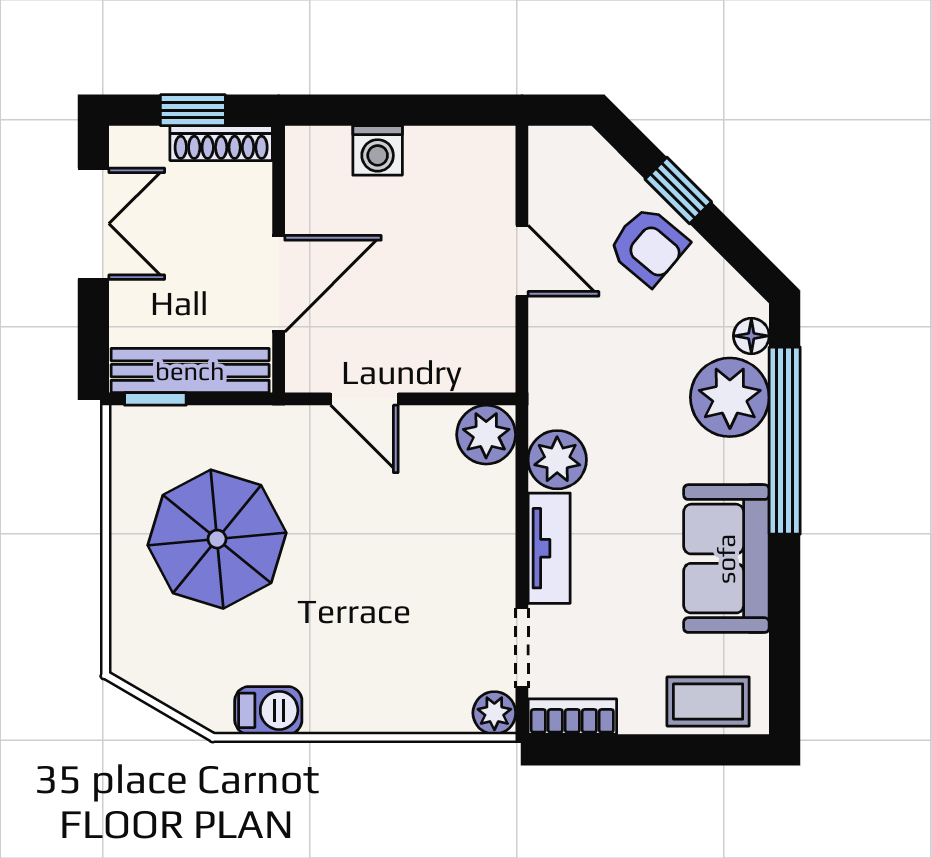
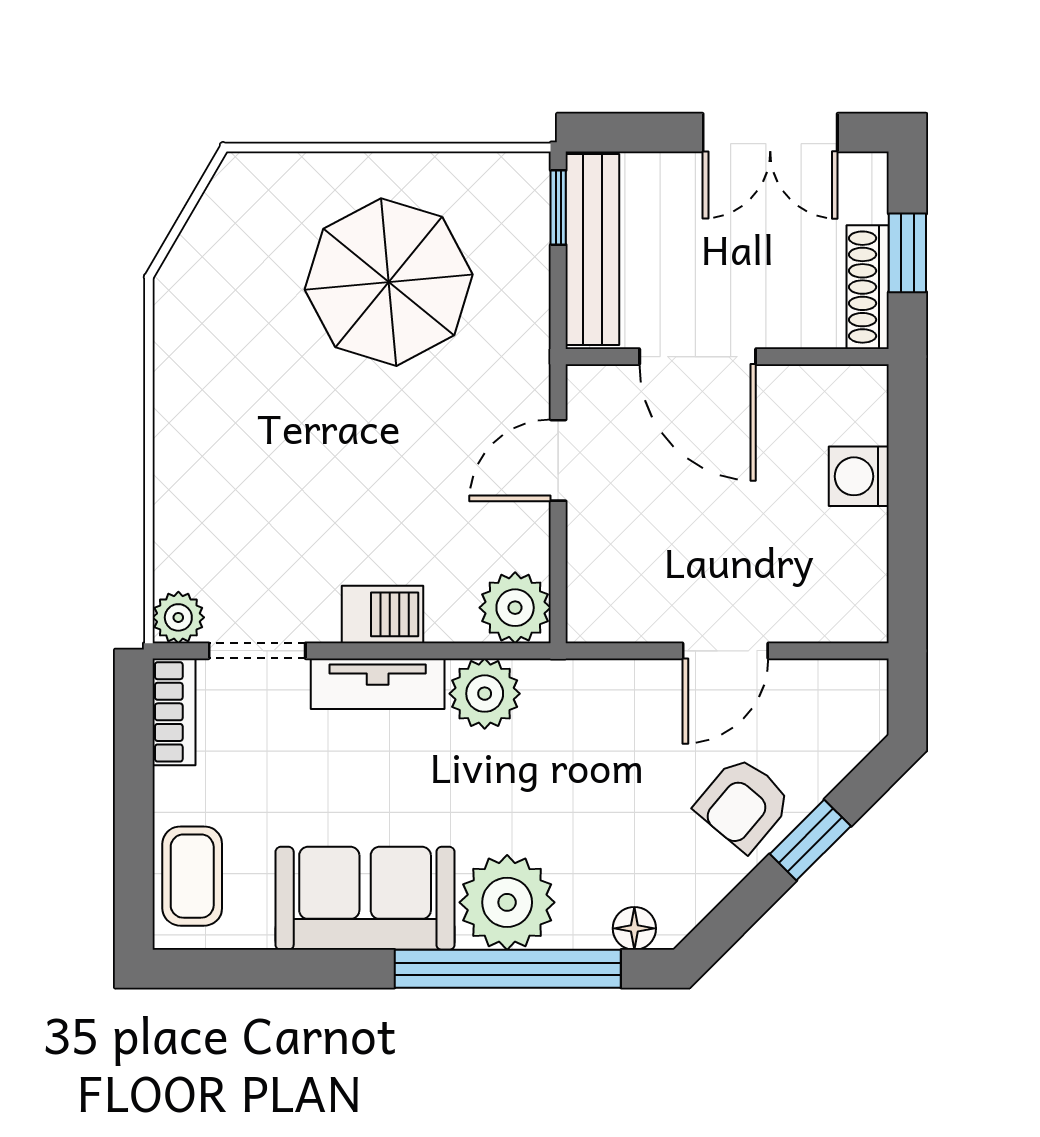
plant: (730, 397) -> (507, 902), moved
barbecue: (268, 710) -> (382, 614), moved, turned -90

